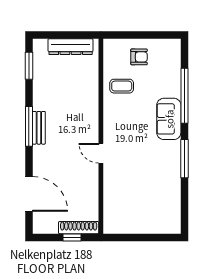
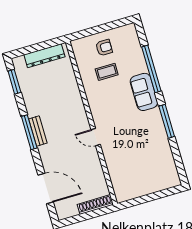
coffee table: (122, 86) -> (107, 72), moved
window: (72, 237) -> (92, 214), removed

